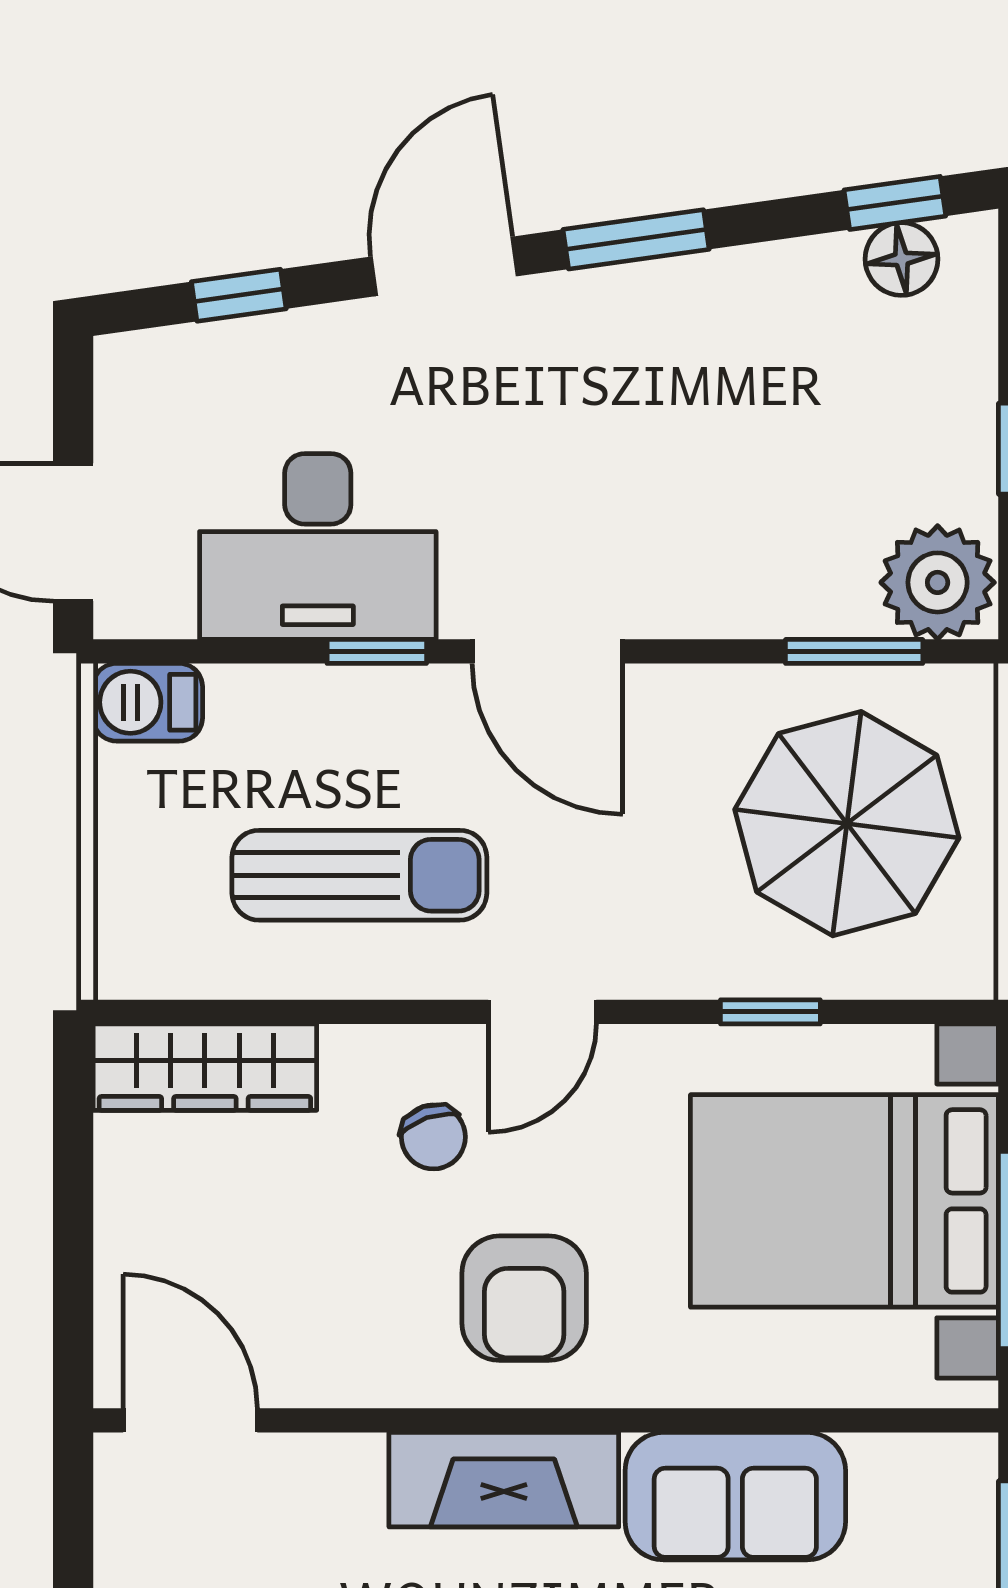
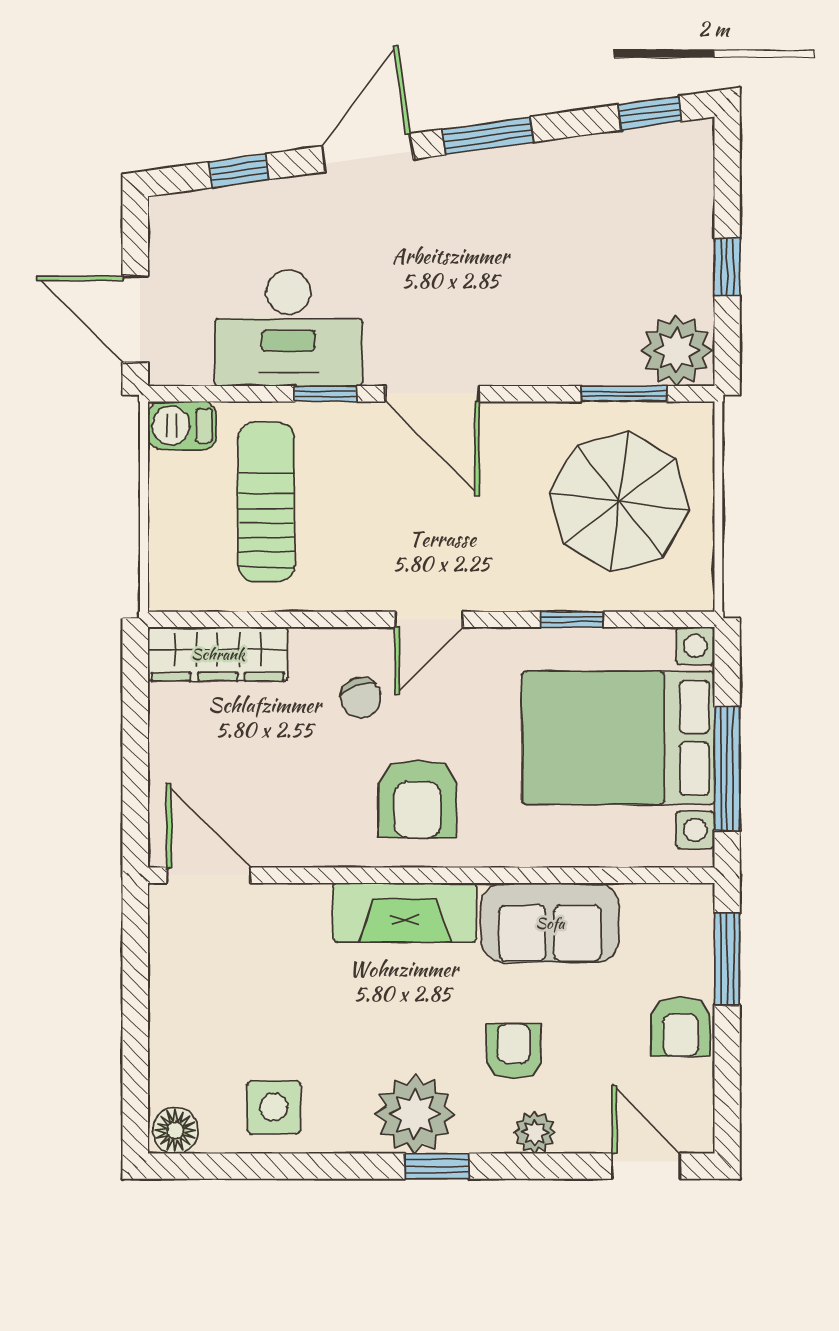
floor lamp: (902, 259) -> (654, 148), removed
sun lounger: (359, 875) -> (266, 502), moved, turned -90

